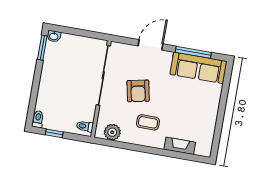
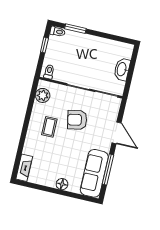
washbasin: (54, 36) -> (122, 69), moved, width x1.91, depth x1.45
window: (42, 48) -> (75, 29), moved
floor lamp: (213, 104) -> (62, 184), added
fireplace: (180, 146) -> (24, 168), moved

